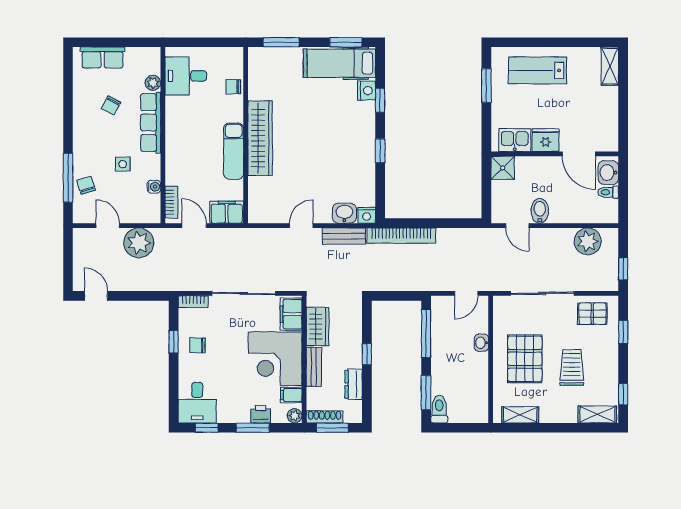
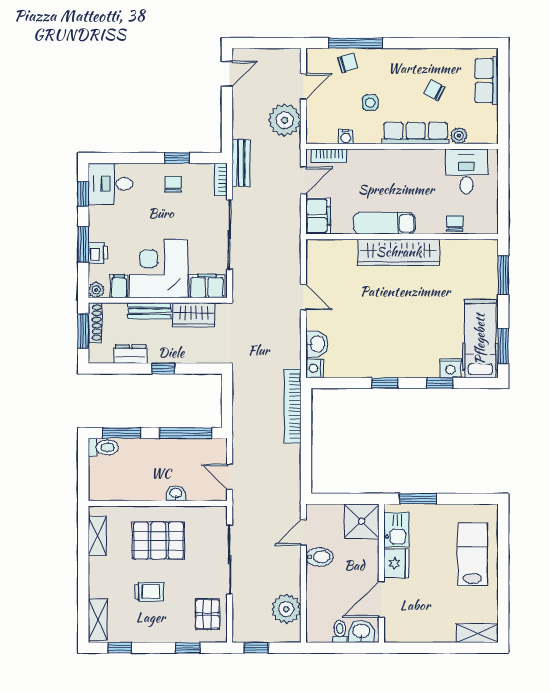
window: (486, 86) -> (418, 499), moved
shower: (503, 168) -> (362, 521), width x1.36, depth x1.36
bench: (344, 236) -> (241, 163), moved
trolley: (572, 367) -> (149, 592), width x0.73, depth x0.72

